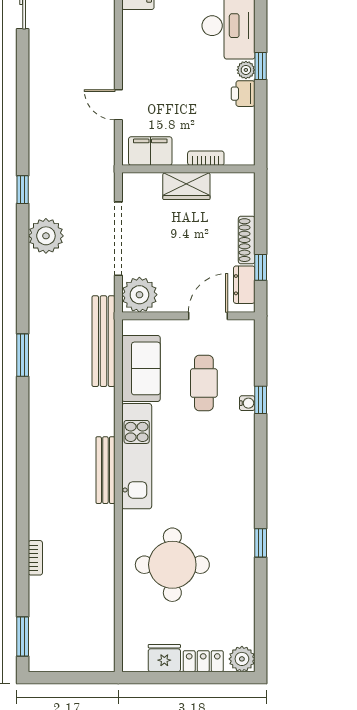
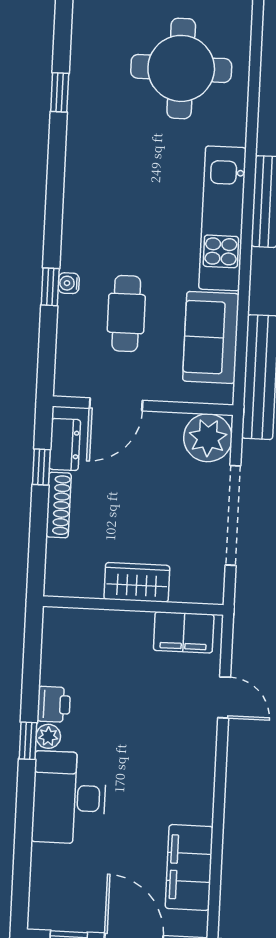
bookcase: (206, 158) -> (109, 619), removed

